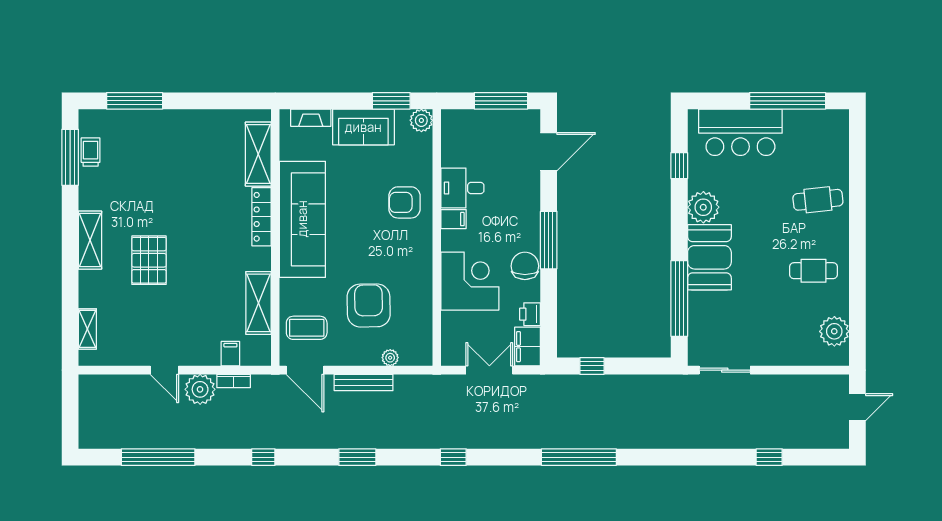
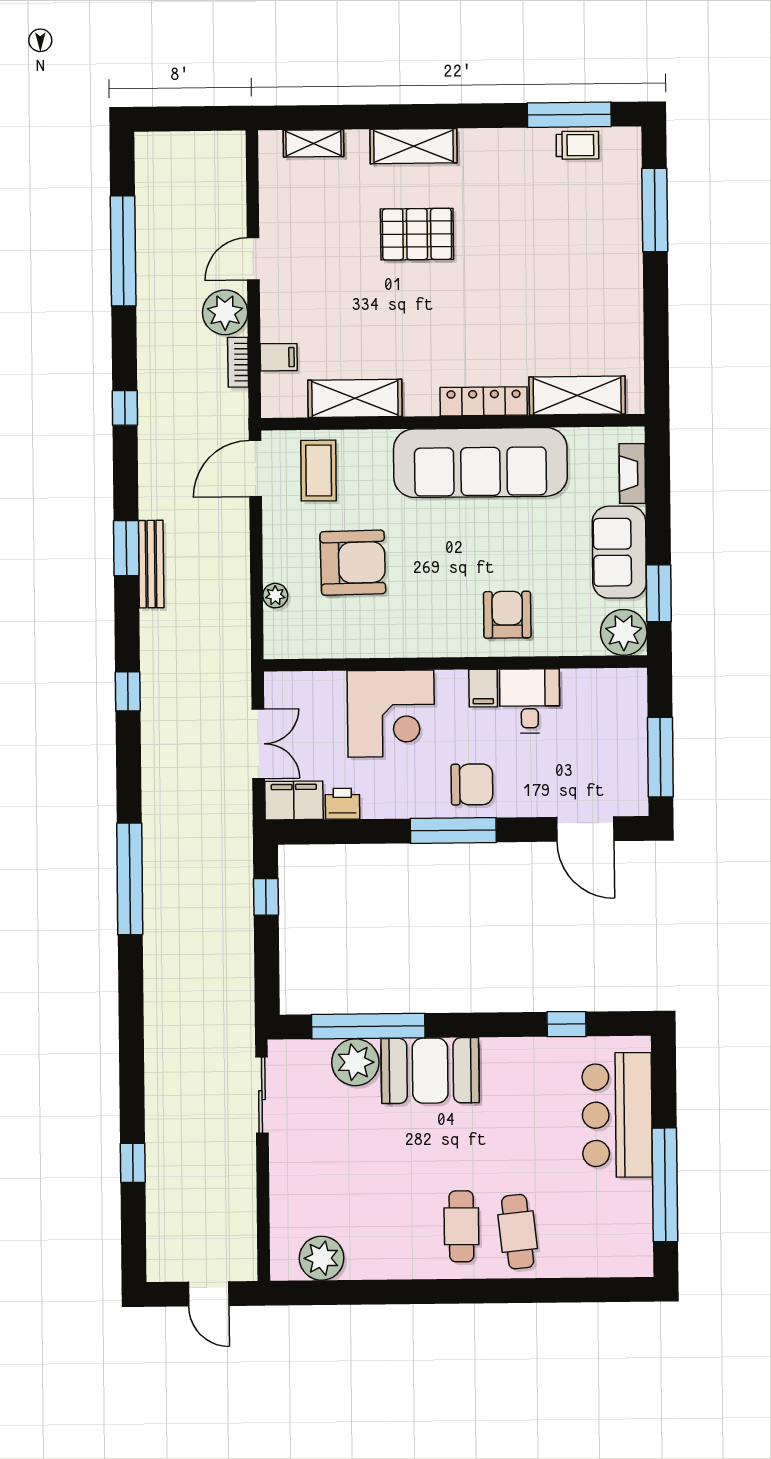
plant: (421, 120) -> (624, 632), width x1.36, depth x1.36
plant: (703, 207) -> (355, 1062), moved
shelving: (90, 240) -> (414, 146), moved
chair: (525, 266) -> (472, 784), moved
cafe table: (814, 271) -> (461, 1226), moved
bench: (364, 382) -> (151, 564), moved

